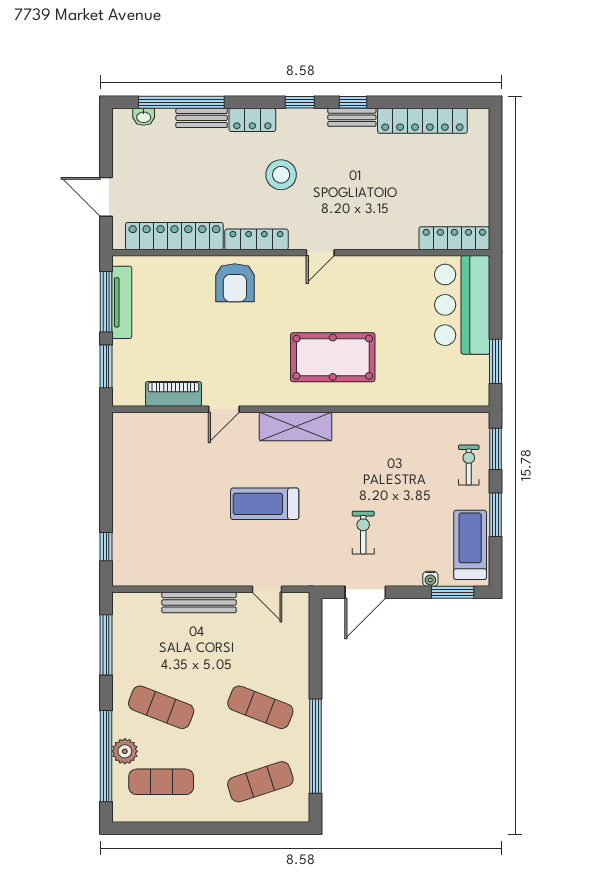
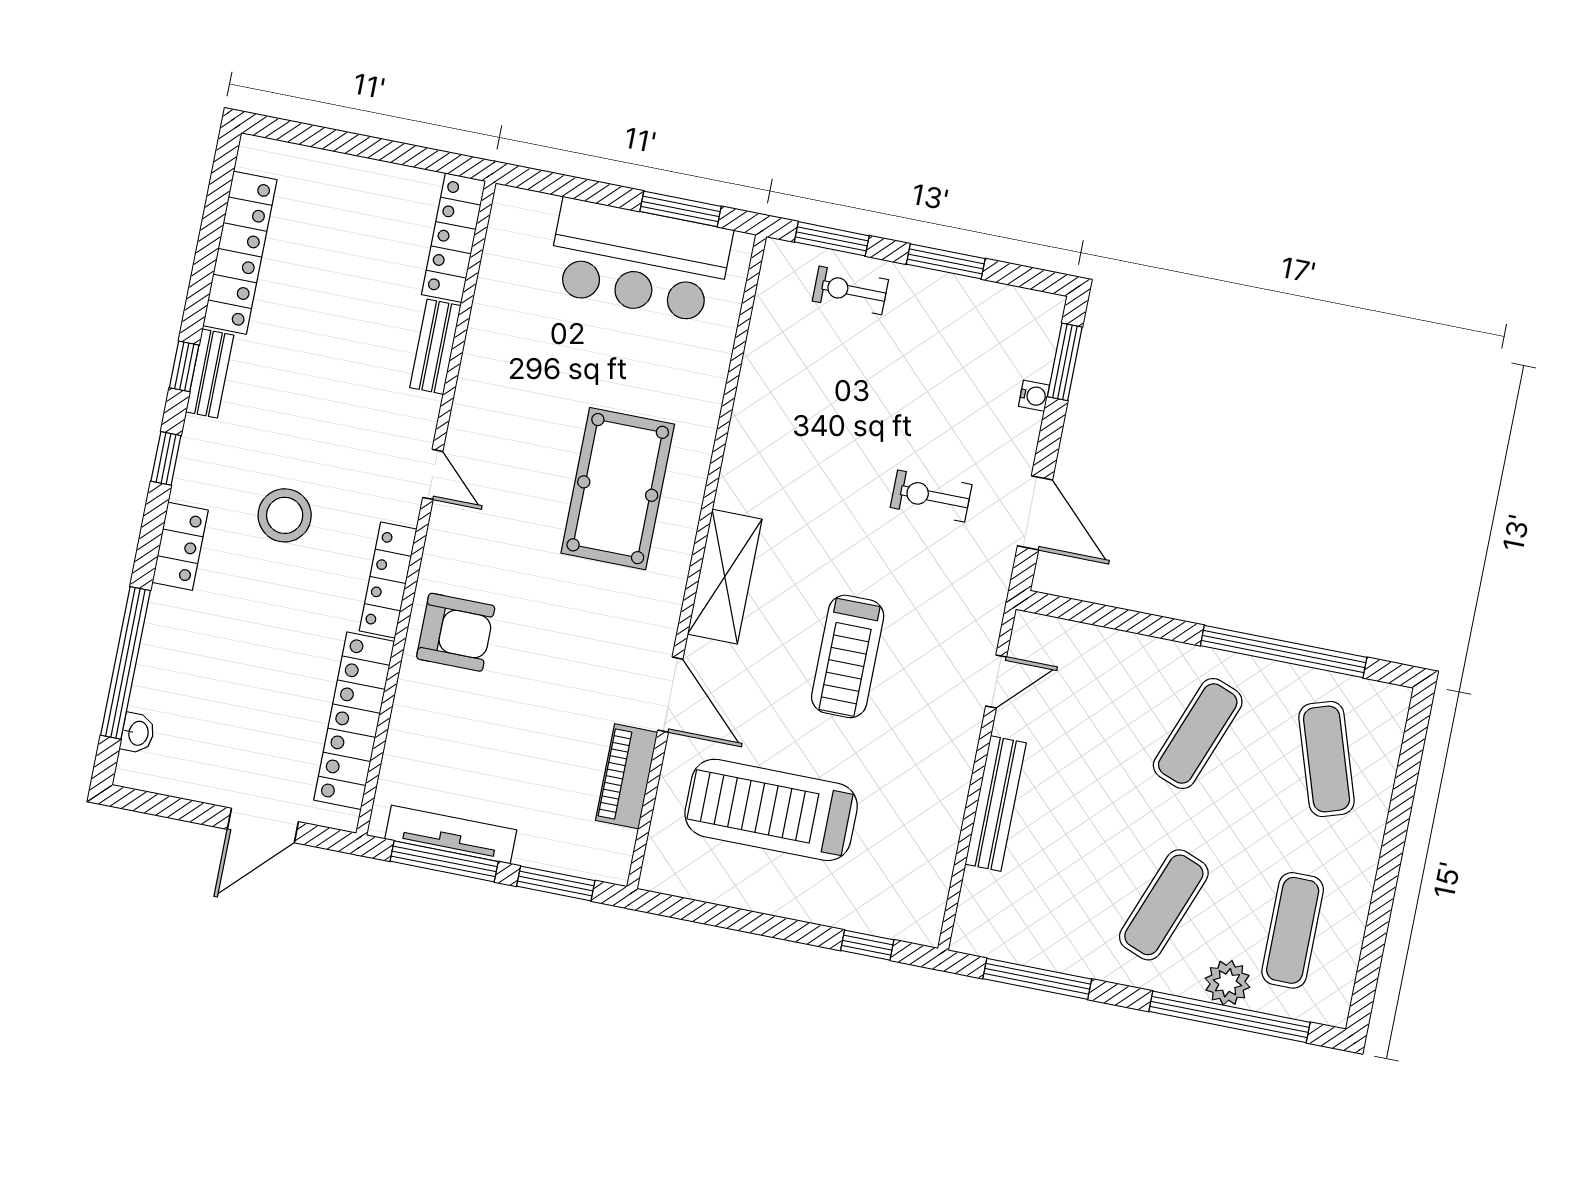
bench: (202, 118) -> (435, 347), moved
bar counter: (462, 305) -> (639, 261), moved
door: (224, 409) -> (670, 695), width x1.38
treadmill: (470, 545) -> (771, 810), moved, width x1.37, depth x1.38

